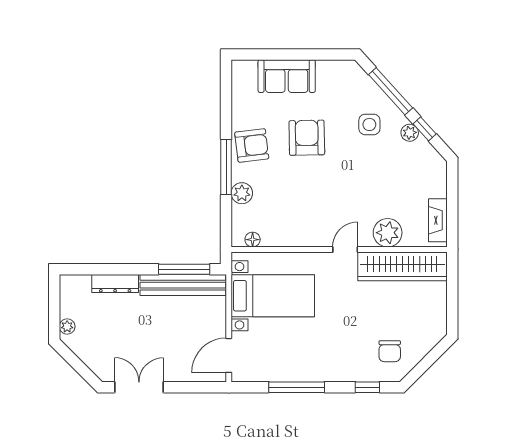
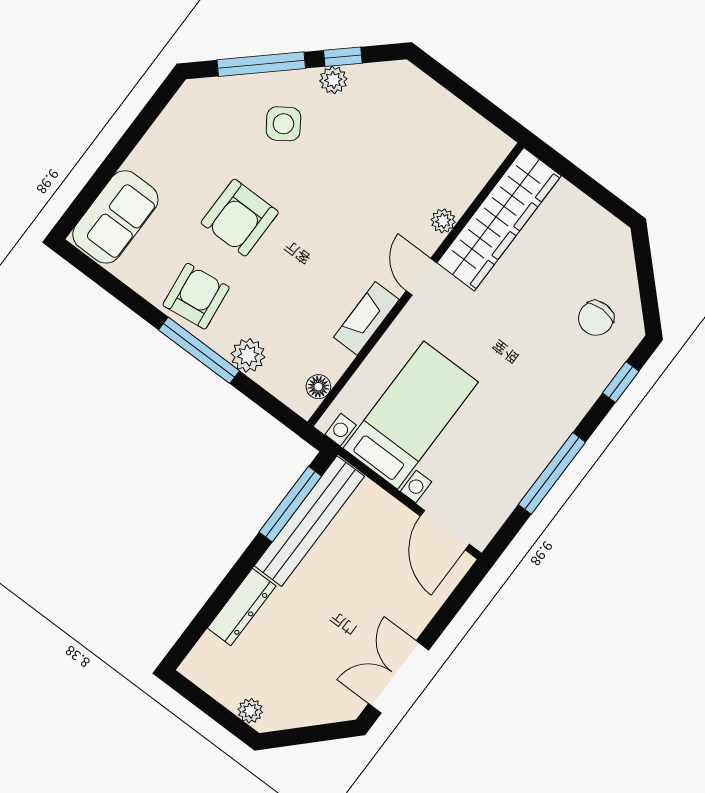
sofa: (287, 76) -> (115, 217), moved
side table: (369, 124) -> (283, 124), turned -34
armchair: (307, 138) -> (240, 218), turned -89
fireplace: (438, 220) -> (366, 318), moved, turned 90
plant: (388, 233) -> (443, 221), width x0.53, depth x0.53
chair: (390, 351) -> (596, 318), turned 90

